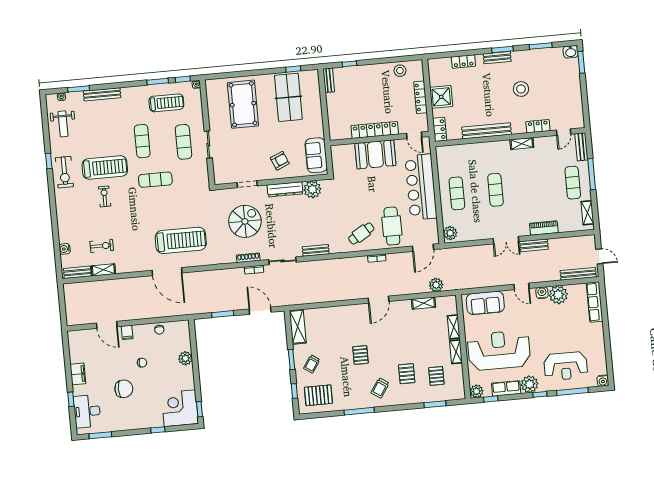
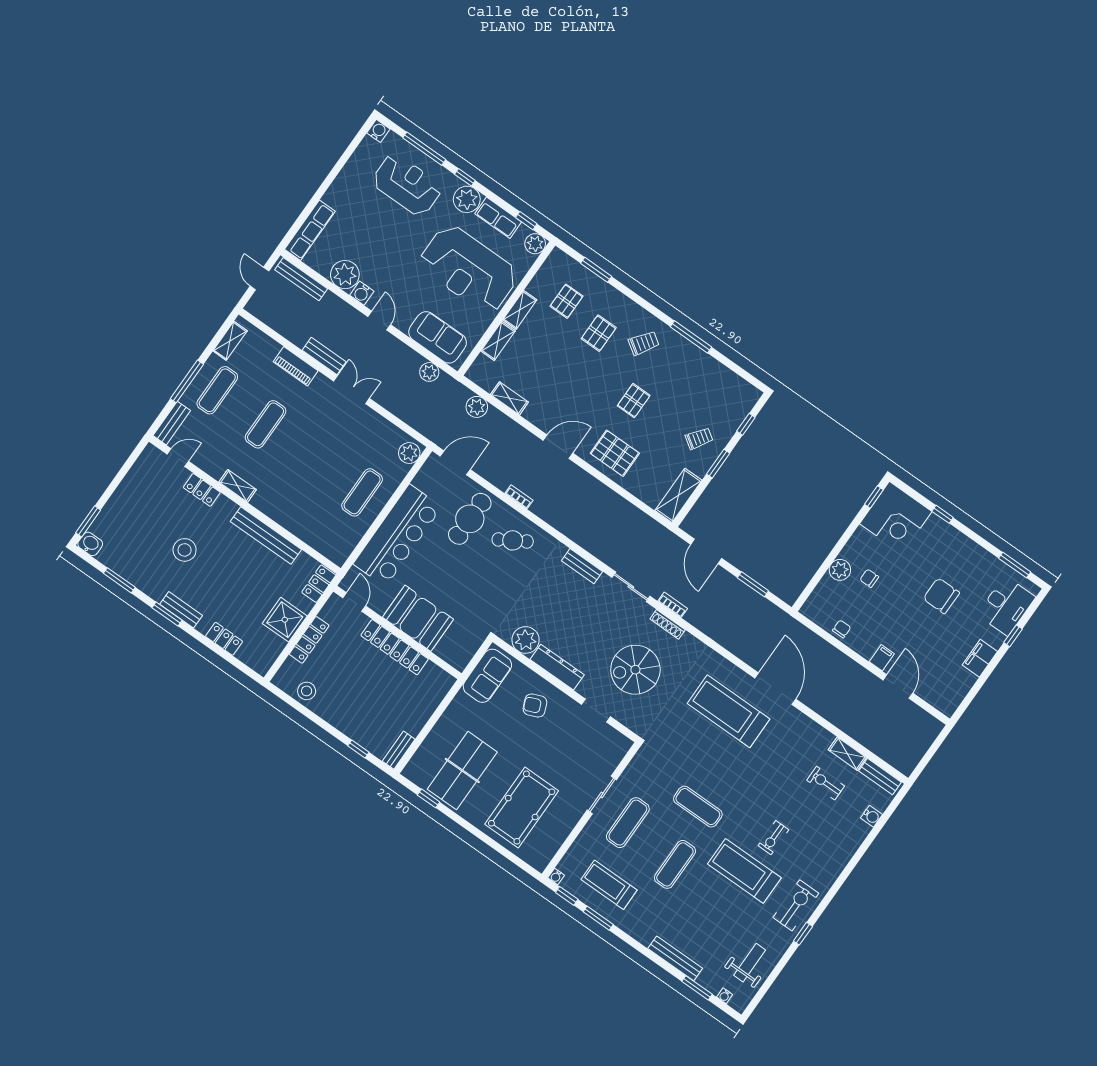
exercise mat: (495, 190) -> (266, 424), moved
plant: (475, 282) -> (429, 372), added
chair: (142, 363) -> (869, 578), moved
pallet: (318, 395) -> (615, 453), moved

